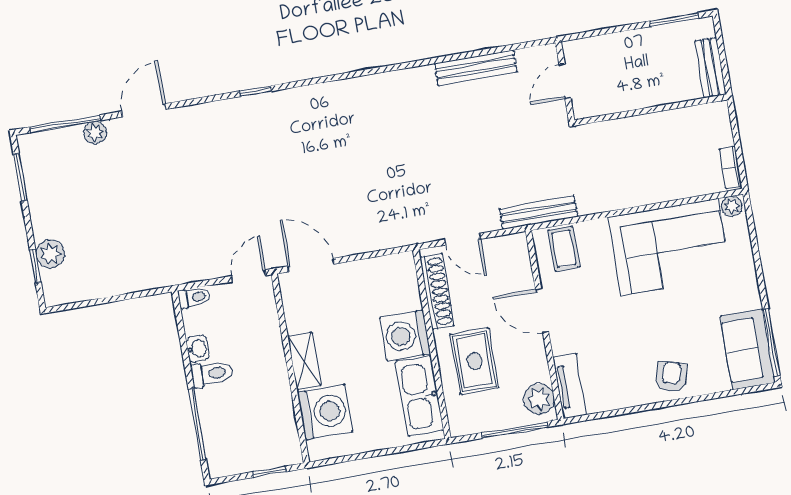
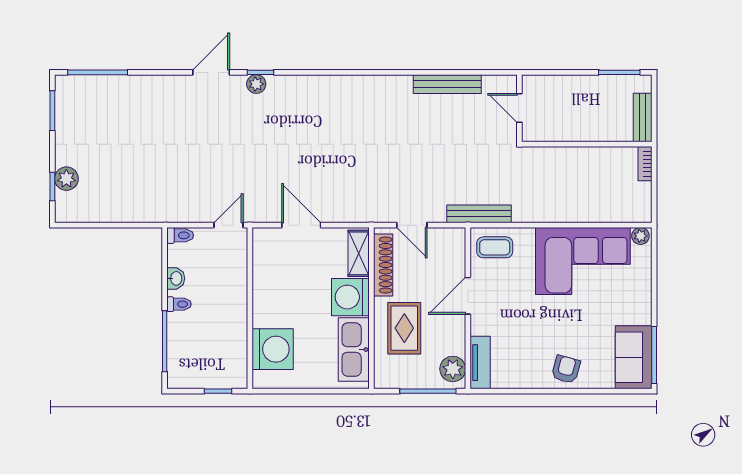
door: (565, 81) -> (519, 108), hinge flipped
door: (144, 110) -> (211, 72), moved
plant: (95, 133) -> (256, 84), moved
bookcase: (730, 168) -> (645, 164), moved
coffee table: (564, 249) -> (495, 247), turned 90
door: (311, 265) -> (301, 225), moved
door: (542, 311) -> (468, 296), hinge flipped
shelving: (304, 361) -> (359, 253), moved
toilet: (212, 374) -> (179, 304), width x0.73, depth x0.72

